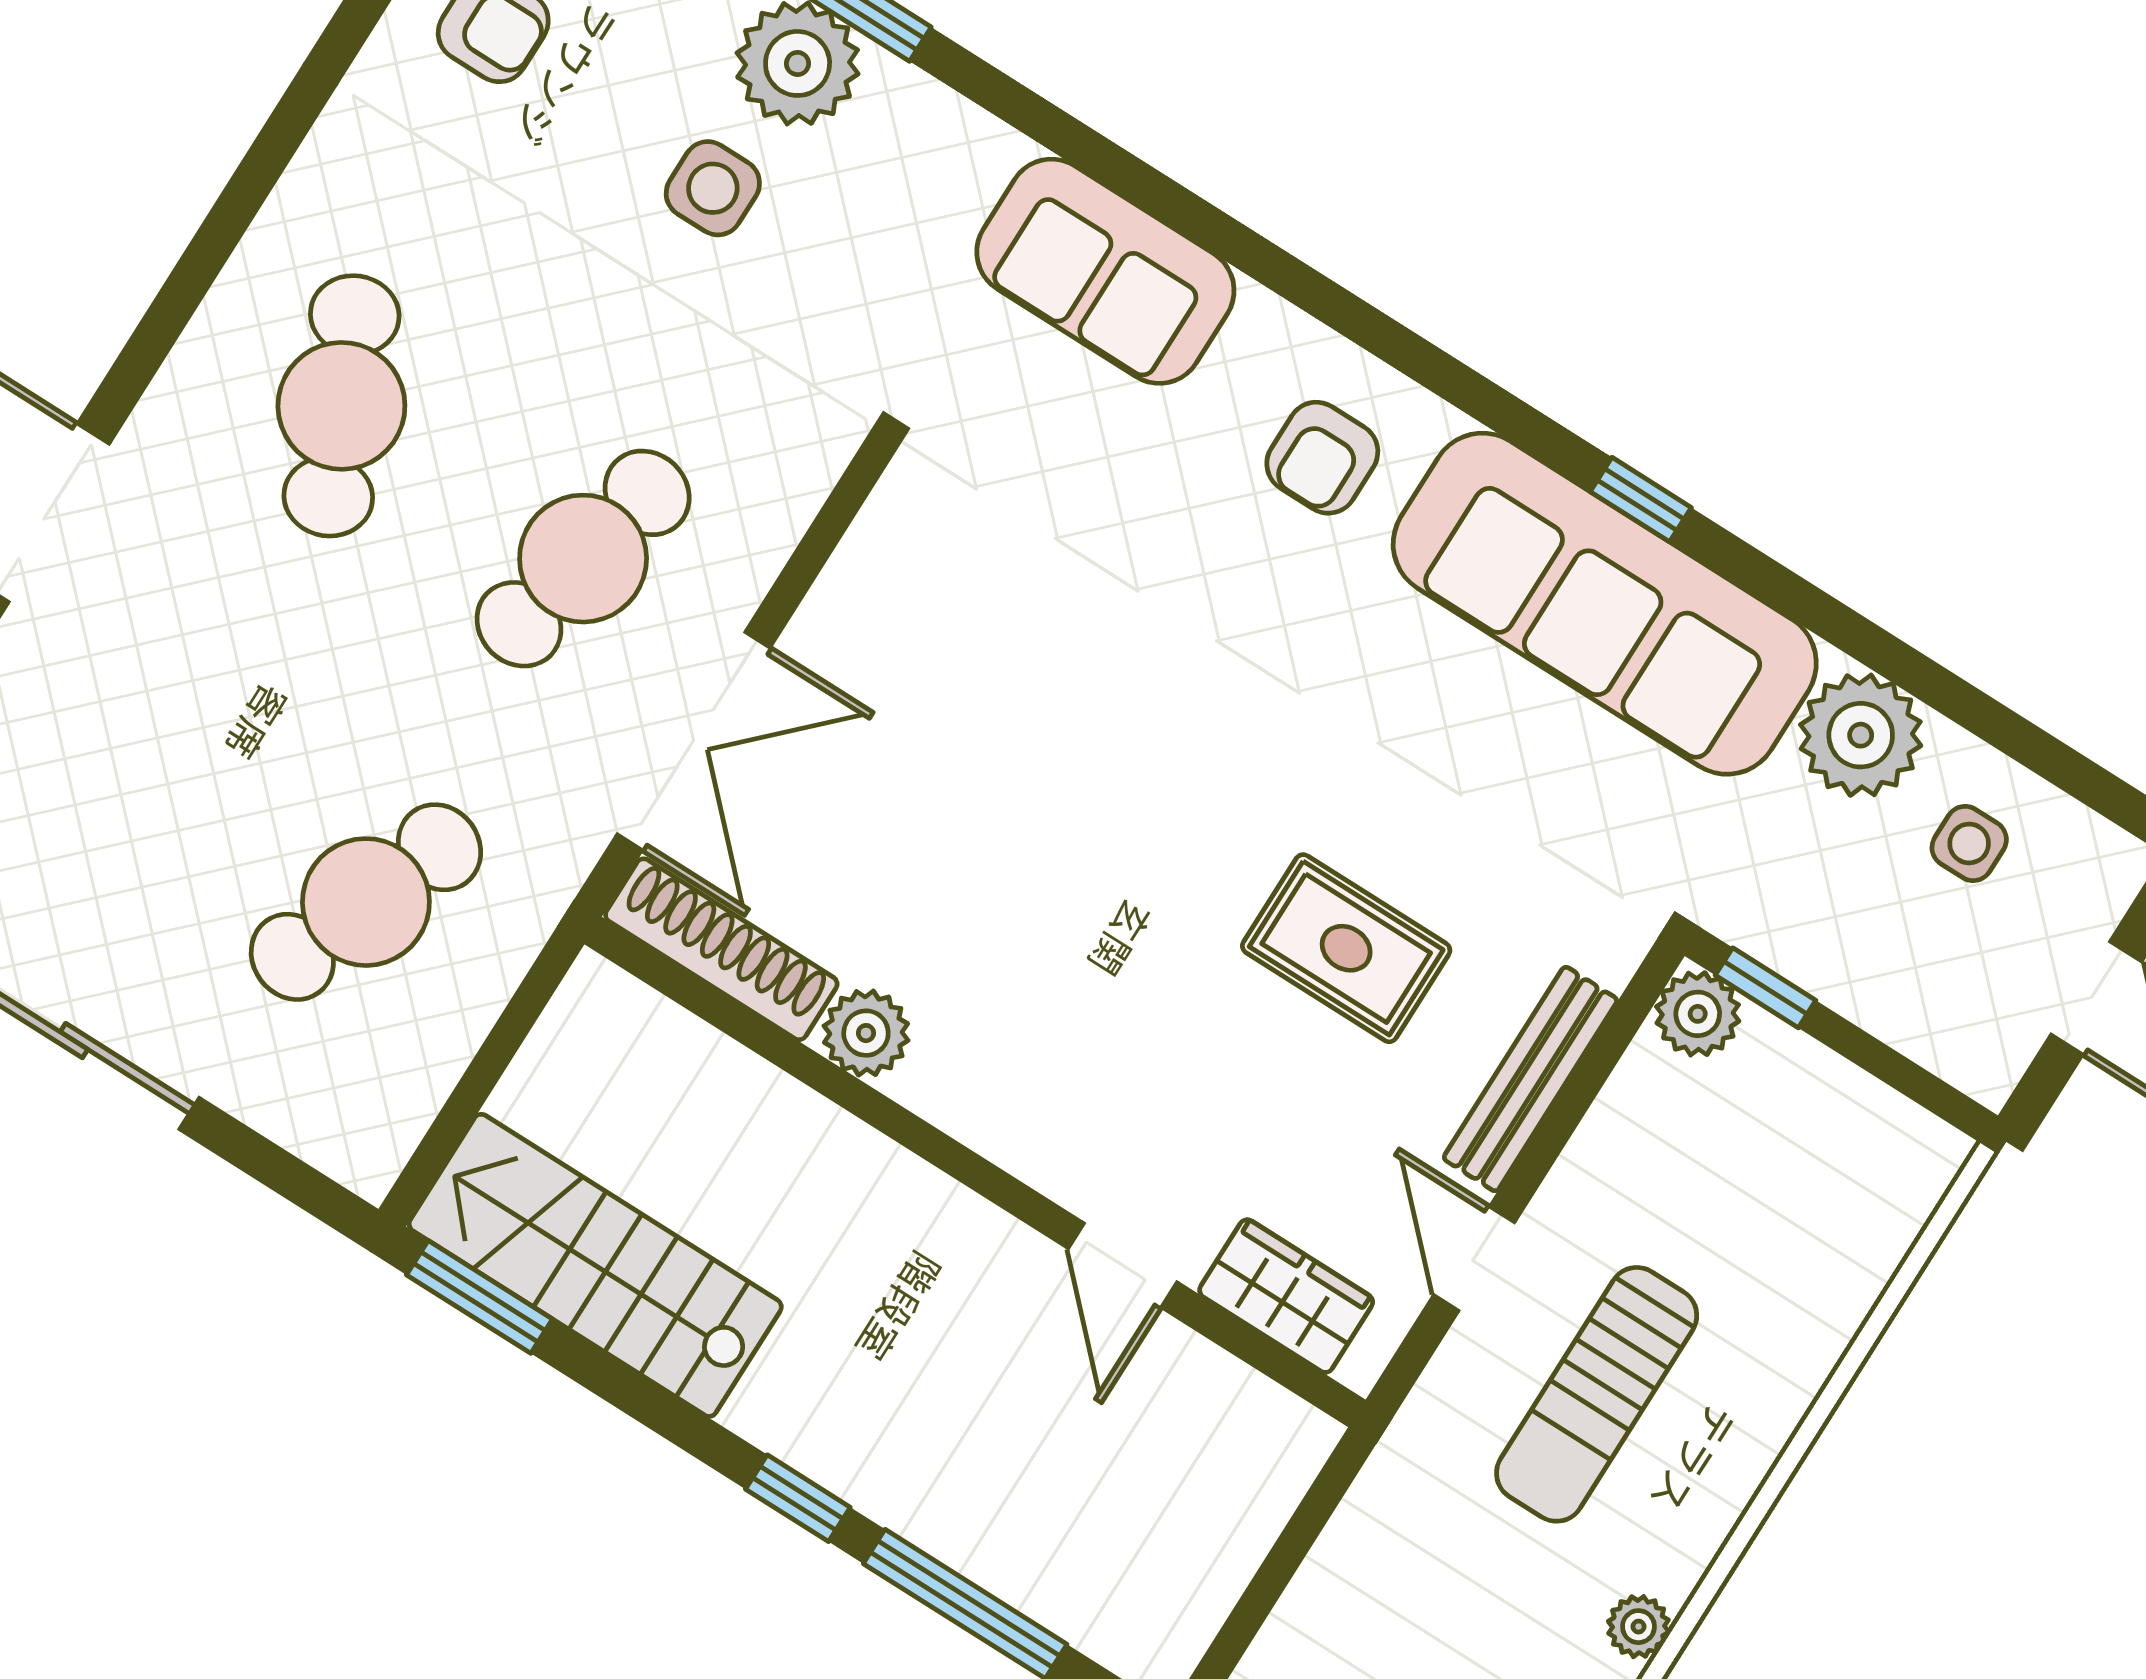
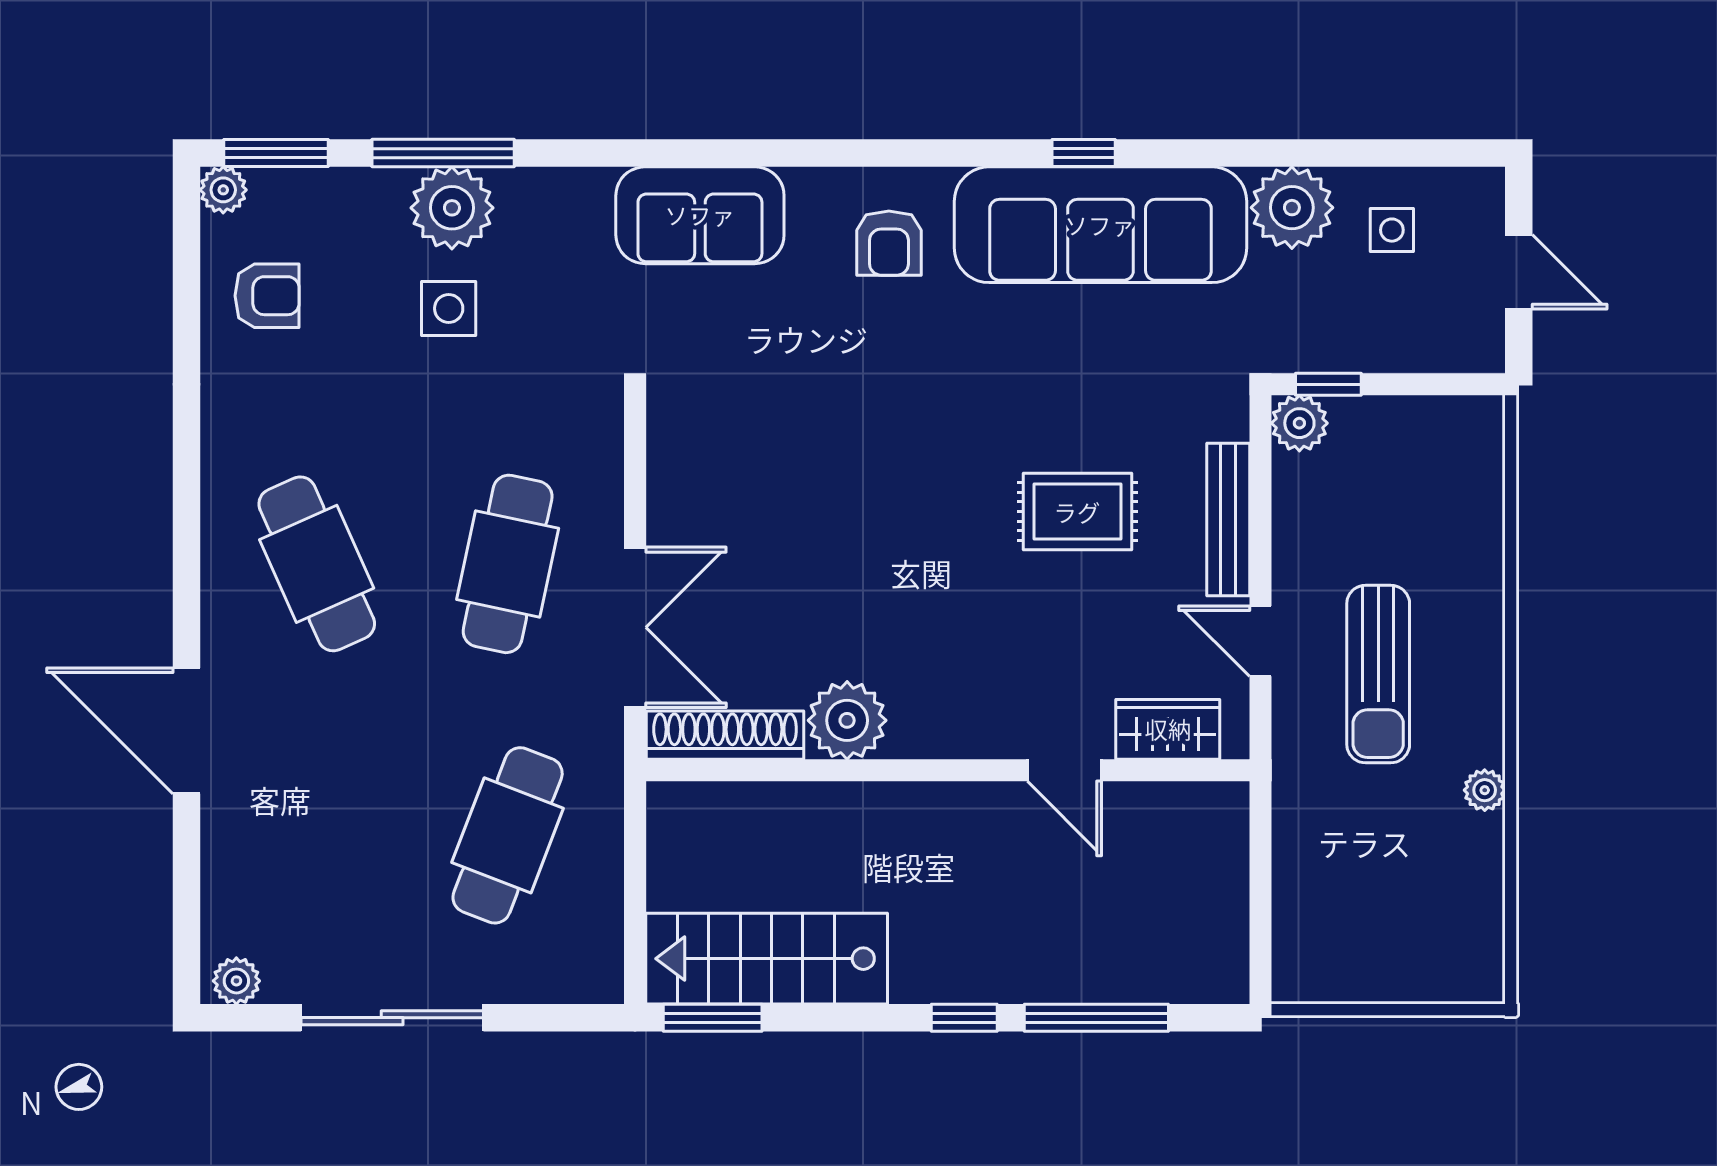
plant: (866, 1033) -> (847, 720), width x1.36, depth x1.36

